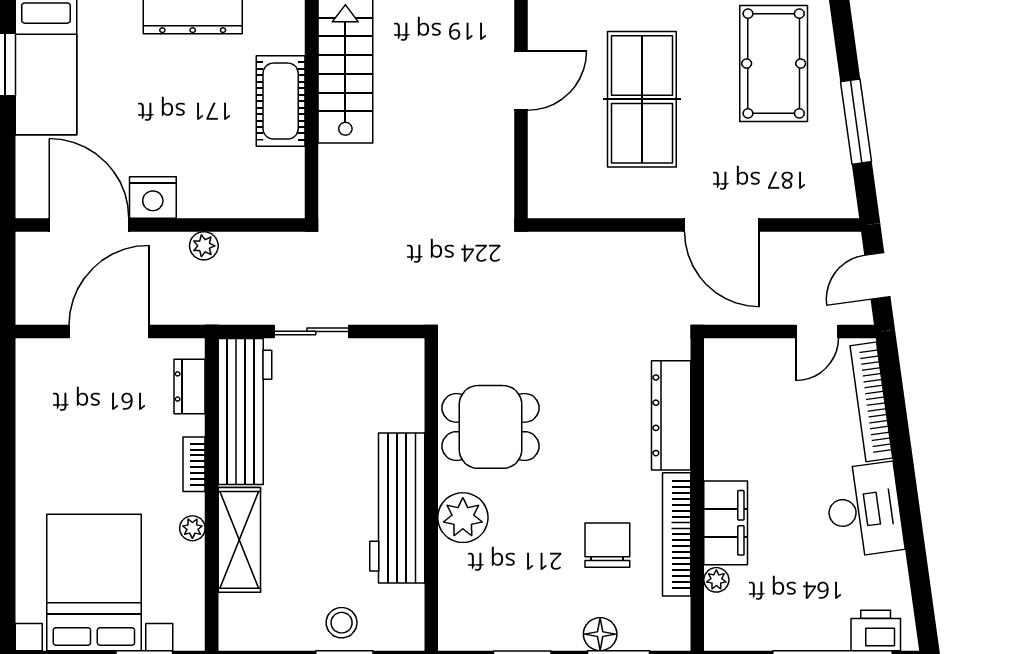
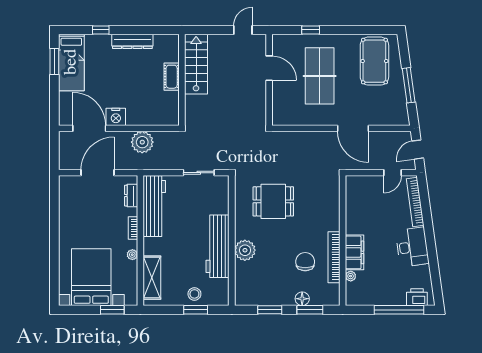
door: (521, 81) -> (269, 68), hinge flipped
cot: (281, 101) -> (172, 77), width x0.73, depth x0.75
plant: (204, 246) -> (142, 142), width x1.87, depth x1.87
sliding door: (311, 331) -> (199, 173), moved
dresser: (671, 415) -> (332, 208), removed
dining table: (491, 427) -> (273, 201), moved
shelving: (239, 540) -> (152, 278), moved

